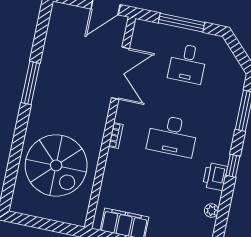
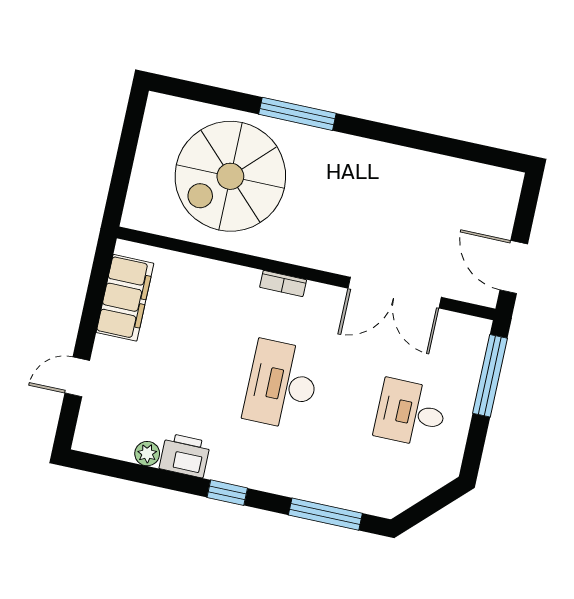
window: (182, 23) -> (490, 376), moved
window: (30, 83) -> (297, 114), moved
printer: (215, 177) -> (185, 455), moved

